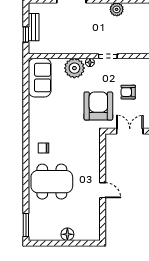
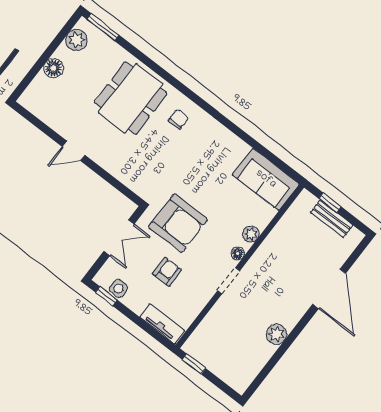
plant: (74, 68) -> (251, 234), width x0.53, depth x0.53
plant: (43, 234) -> (77, 40), added

